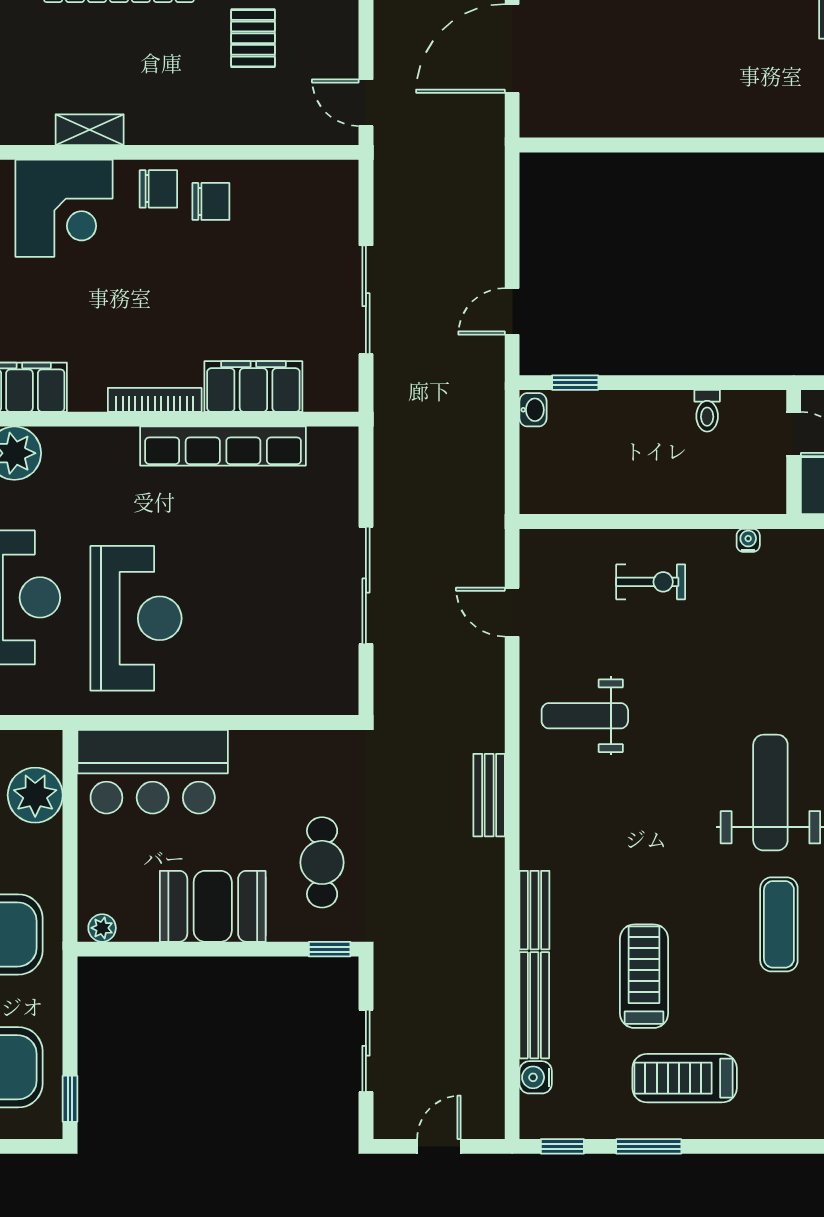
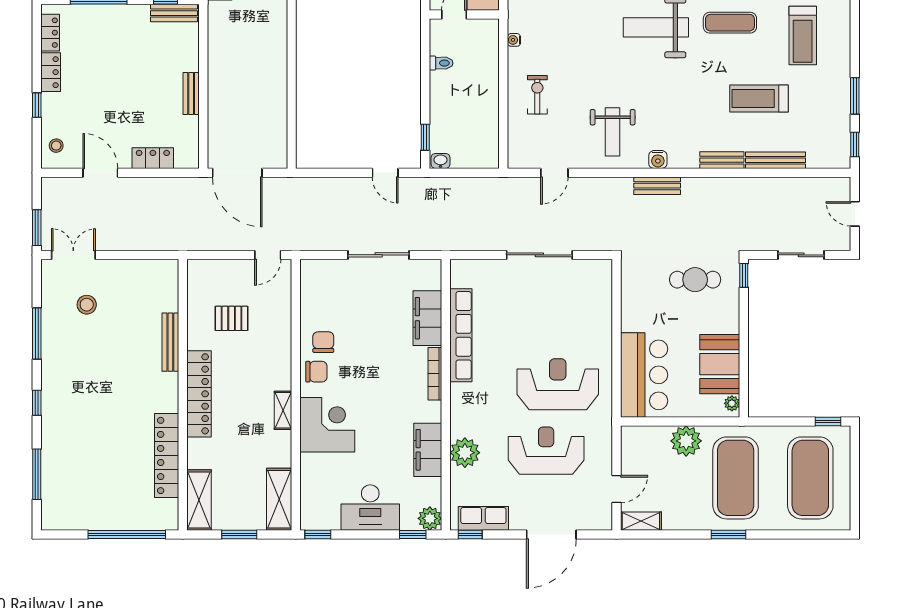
chair: (158, 189) -> (316, 372), turned 90
plant: (35, 795) -> (686, 441), moved
booth: (213, 906) -> (720, 364), moved
water cooler: (536, 1077) -> (658, 159), moved
treadmill: (685, 1078) -> (803, 35), moved

